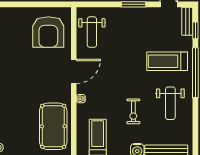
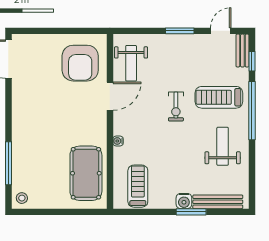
door: (74, 71) -> (110, 96), moved
weight bench: (170, 103) -> (223, 146), turned 180
exercise bike: (133, 111) -> (176, 107), moved

